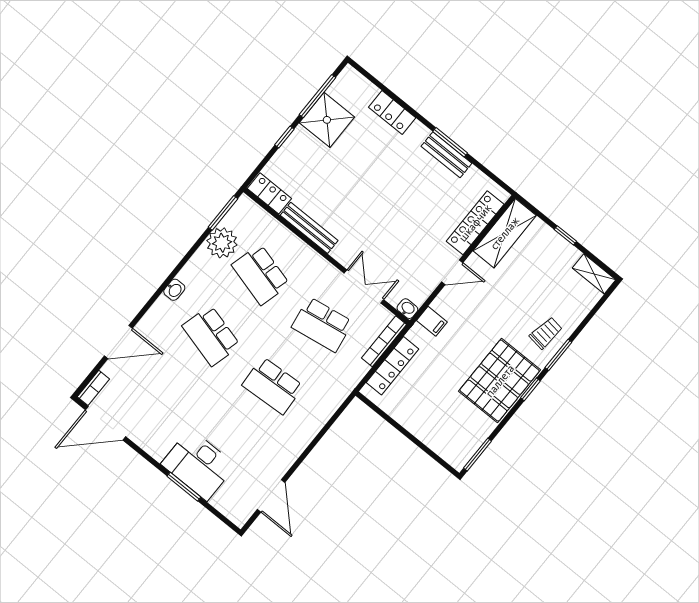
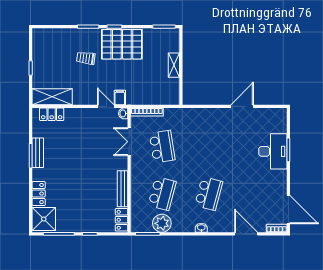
shower: (327, 120) -> (44, 219), moved
locker: (475, 223) -> (52, 114), width x0.66
door: (452, 272) -> (106, 106), moved
shelving: (594, 274) -> (174, 65), moved
trolley: (546, 333) -> (86, 58), moved
locker: (392, 366) -> (155, 99), removed
school desk: (273, 386) -> (209, 147), removed
door: (271, 496) -> (242, 106), moved

